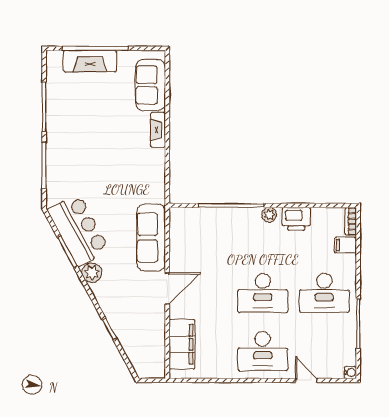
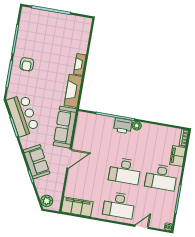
fireplace: (90, 61) -> (73, 91), moved, turned 90
sofa: (150, 85) -> (37, 162), moved, turned 151
armchair: (70, 145) -> (27, 64), added
printer: (296, 219) -> (123, 126), moved
filing cabinet: (346, 245) -> (178, 156), width x2.00
plant: (92, 273) -> (47, 201), moved
filing cabinet: (182, 344) -> (77, 207), moved, turned -90
door: (306, 380) -> (142, 227), hinge flipped

